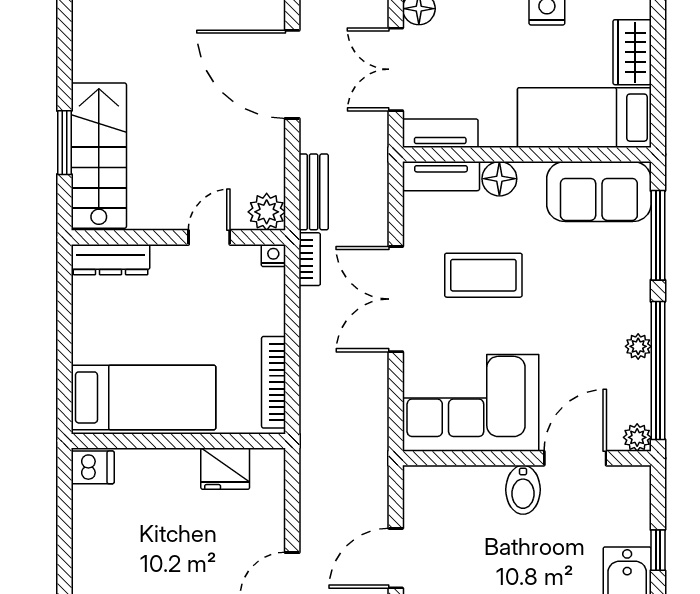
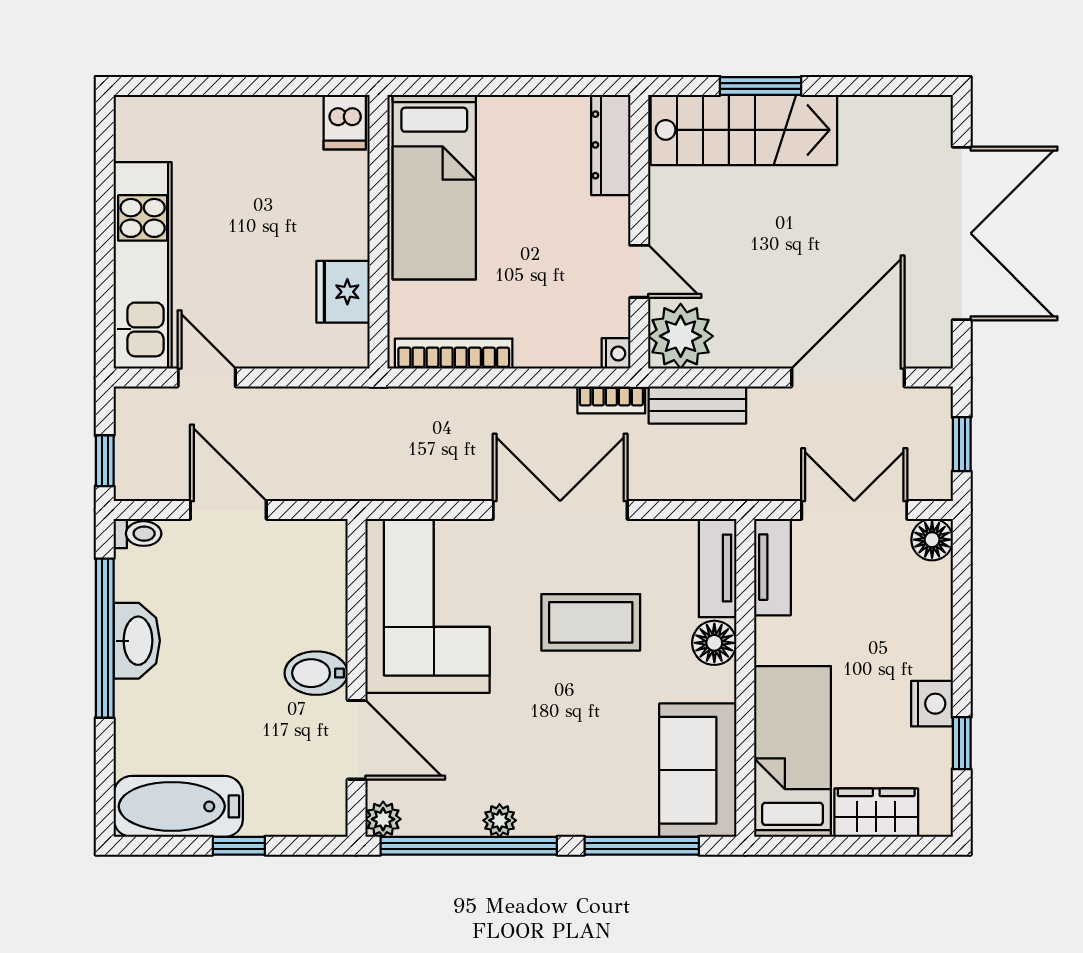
plant: (267, 212) -> (681, 336), width x1.36, depth x1.36
coffee table: (483, 275) -> (591, 622), turned 90

